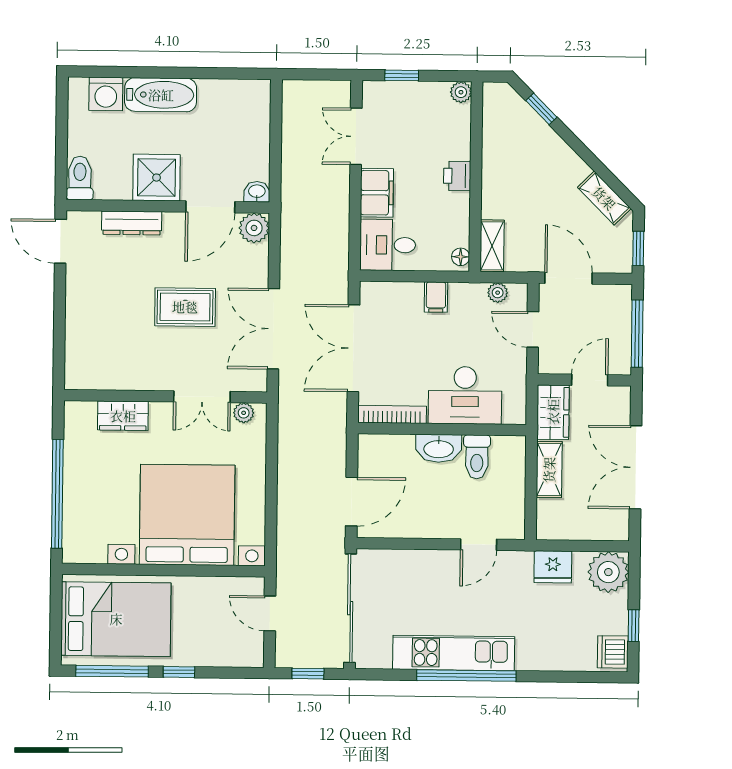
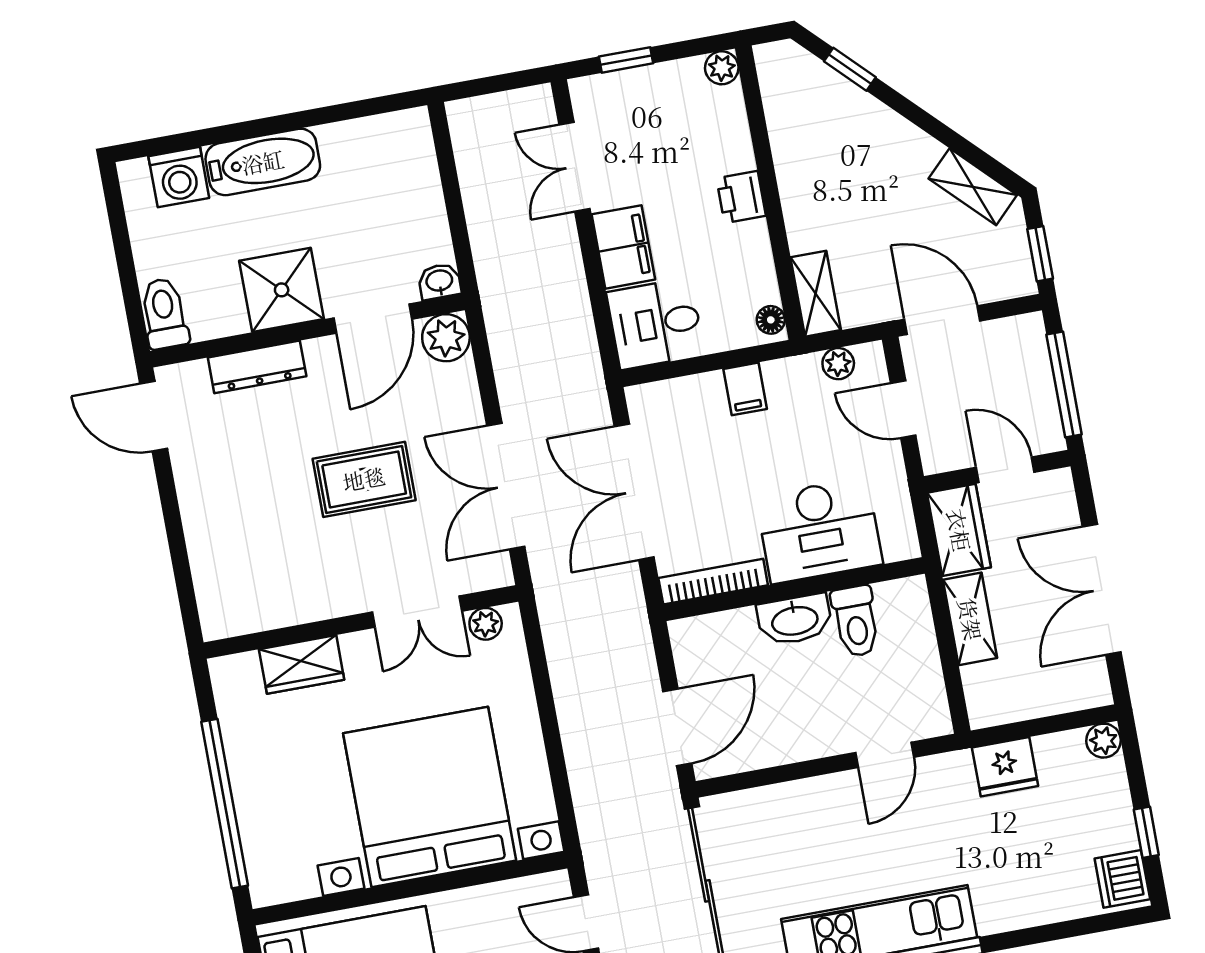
door: (590, 380) -> (1005, 470), hinge flipped
plant: (608, 572) -> (1104, 741), width x0.53, depth x0.53

